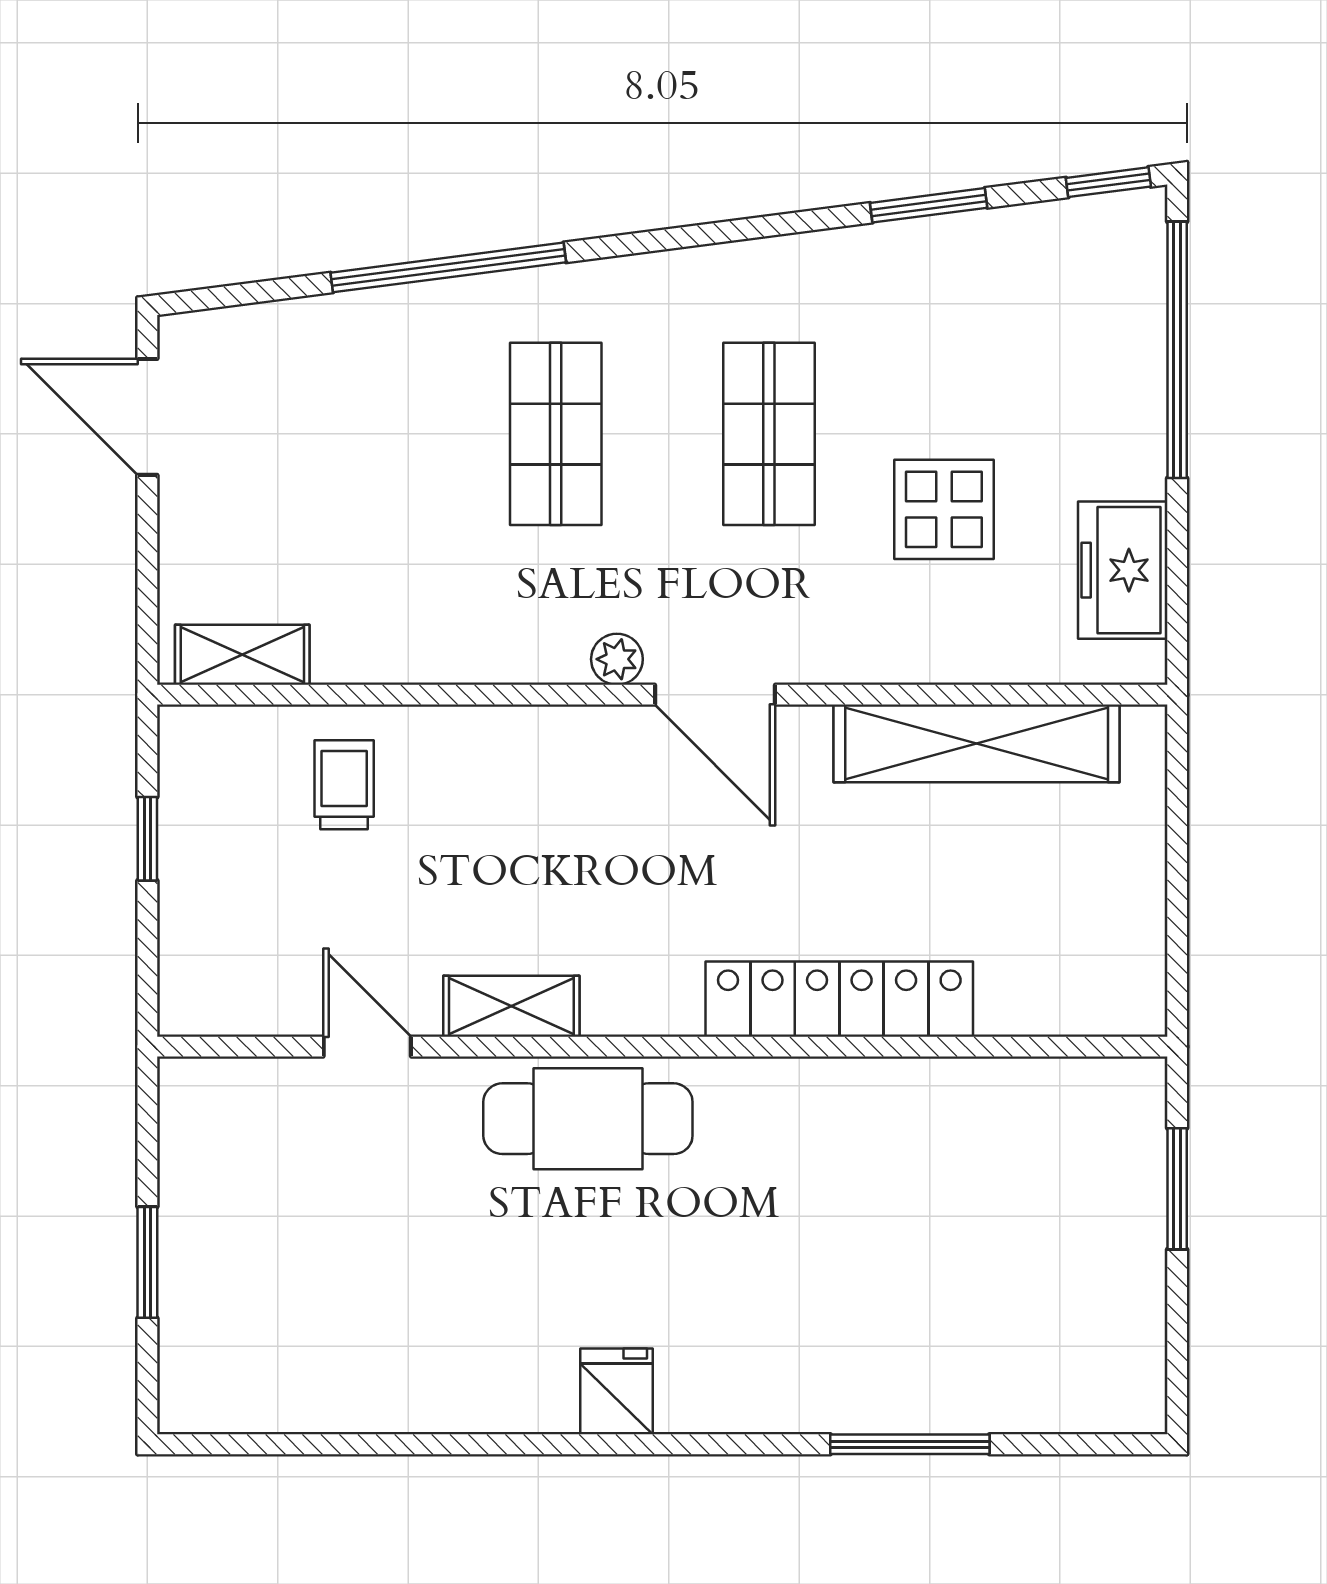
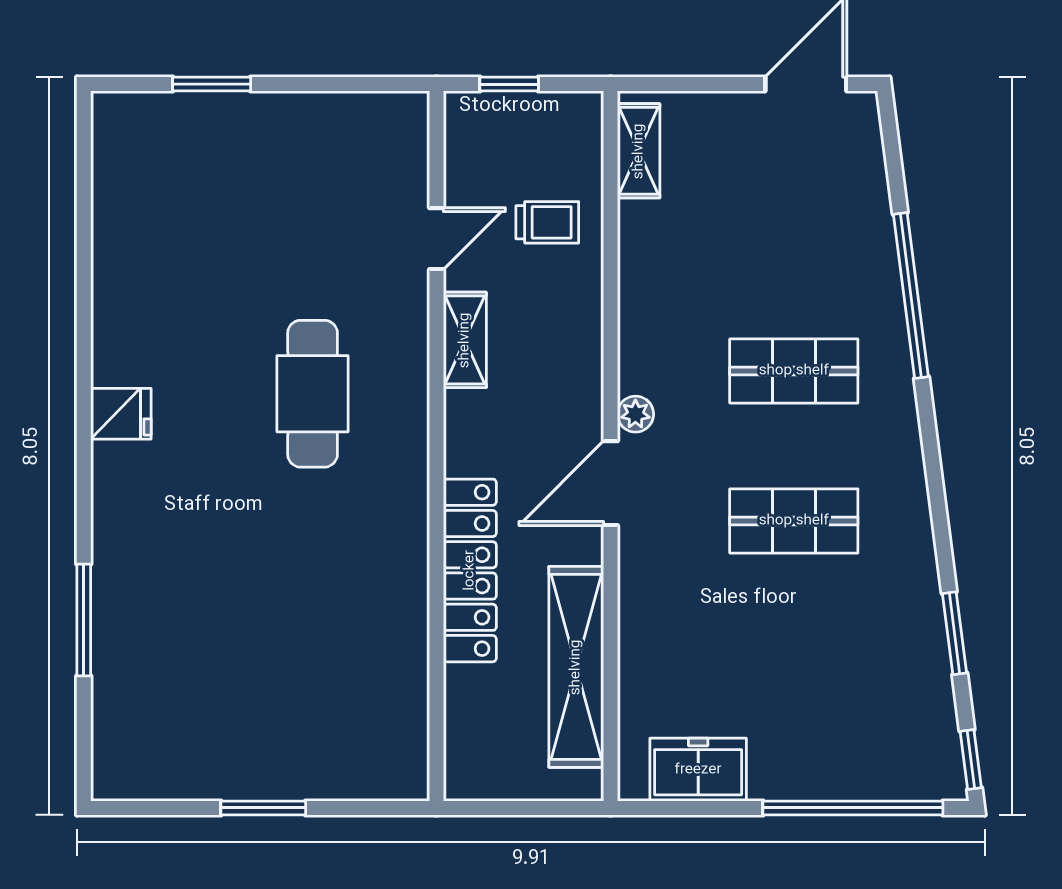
display table: (944, 509) -> (741, 644), removed
locker: (839, 999) -> (470, 570), moved
shelving: (511, 1006) -> (465, 340), moved
door: (367, 1047) -> (436, 239), moved
wall: (662, 1047) -> (436, 446), moved

